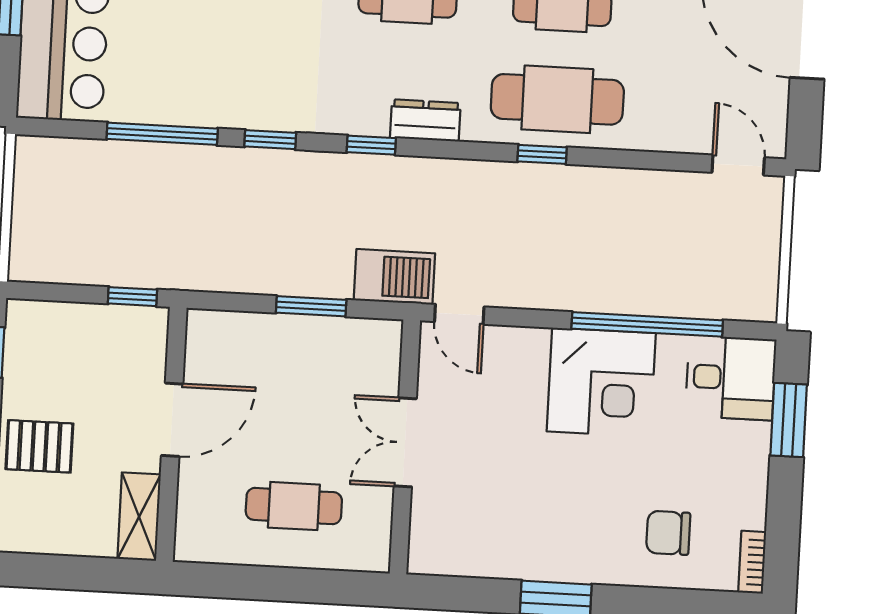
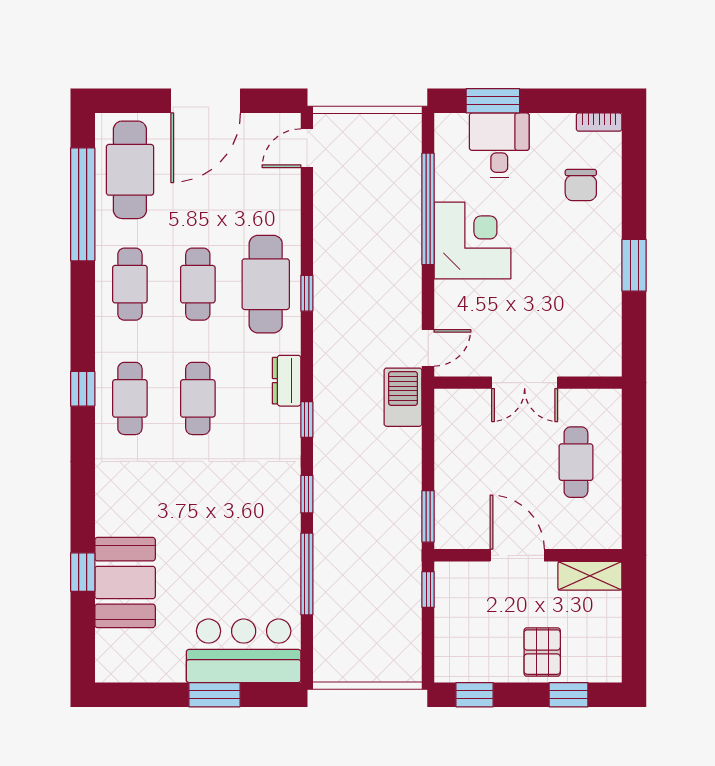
window: (311, 306) -> (428, 516), moved
desk: (731, 378) -> (499, 145), moved

